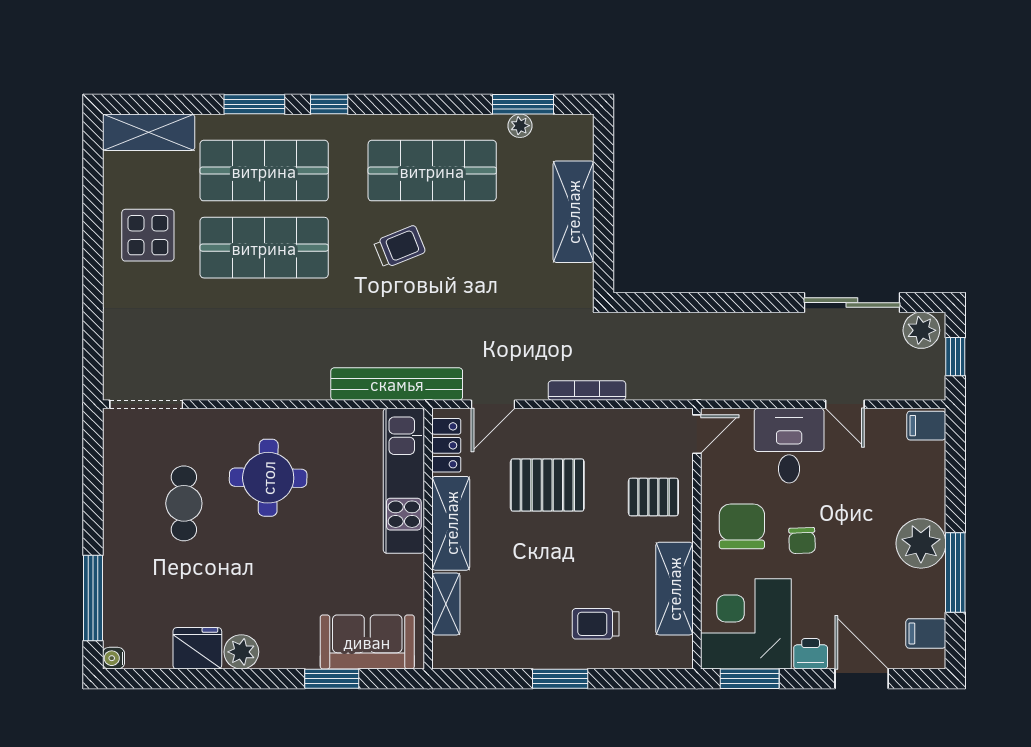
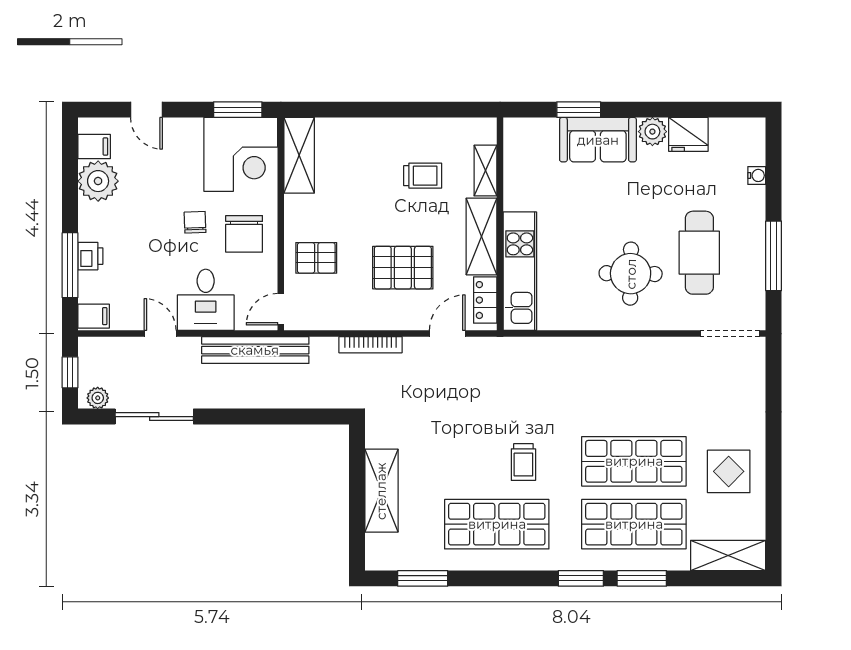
window: (329, 104) -> (581, 578), width x1.50
plant: (520, 126) -> (425, 561), removed
trolley: (400, 247) -> (523, 462), turned -68
plant: (921, 330) -> (98, 398), width x0.73, depth x0.73
bench: (397, 384) -> (255, 350), moved
cafe table: (184, 503) -> (699, 253), width x1.37, depth x1.35
plant: (921, 543) -> (98, 181), moved
window: (955, 573) -> (70, 265), moved
shelving: (674, 589) -> (299, 155), moved
window: (93, 598) -> (774, 256), moved
trolley: (596, 624) -> (423, 176), moved
sofa: (367, 642) -> (598, 140), moved
printer: (811, 654) -> (90, 256), moved, turned -90
water cooler: (113, 658) -> (757, 175), moved
window: (560, 679) -> (392, 110), removed
door: (862, 679) -> (146, 110), width x0.73

